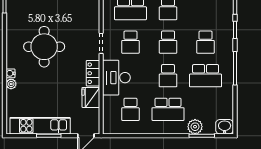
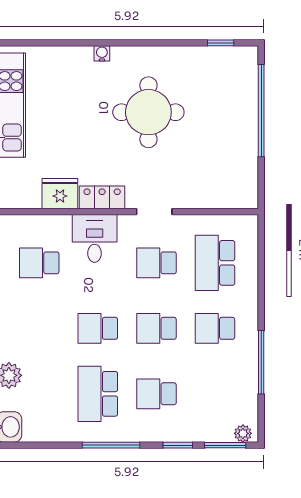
desk: (116, 78) -> (95, 238), width x0.73
plant: (11, 84) -> (83, 55), removed
school desk: (168, 109) -> (39, 328), removed

